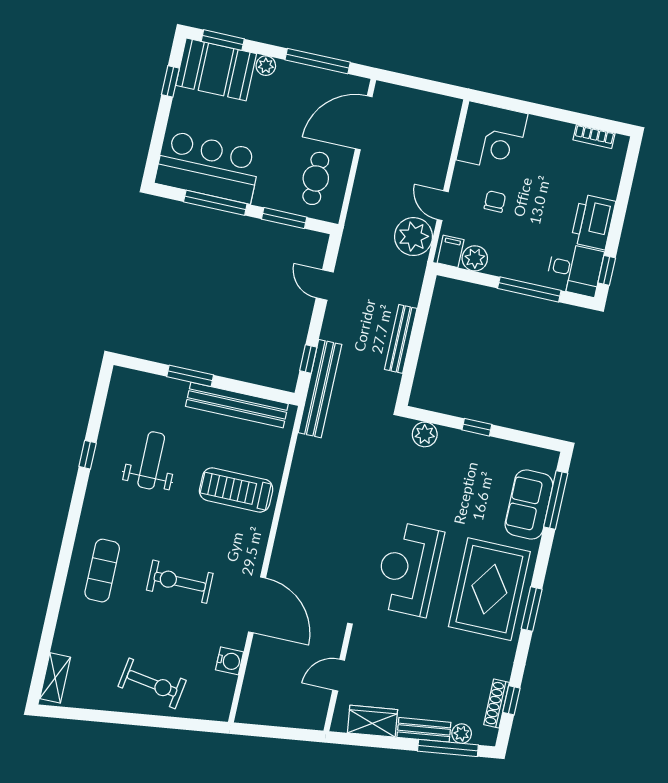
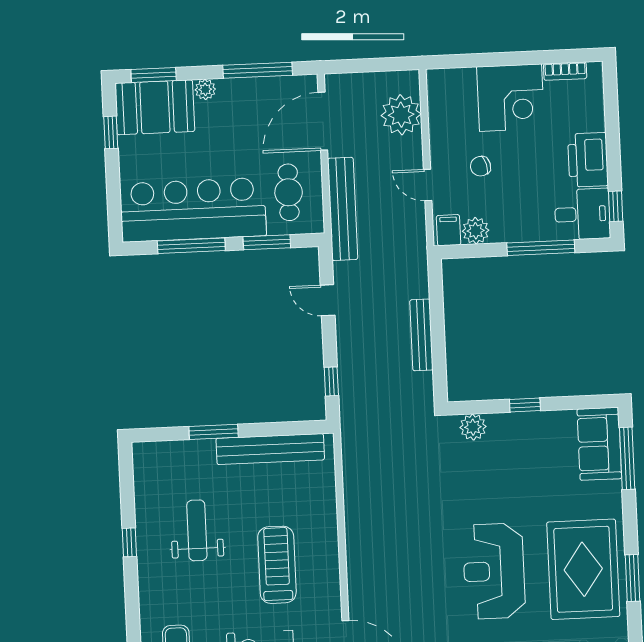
corner desk: (492, 137) -> (510, 98), moved
bar counter: (208, 167) -> (193, 210), width x1.36
chair: (495, 202) -> (481, 166), turned -105
plant: (414, 237) -> (401, 115), moved
bench: (320, 389) -> (343, 209), moved
treadmill: (236, 490) -> (277, 565), moved, turned 90
sofa: (529, 504) -> (599, 444), moved

